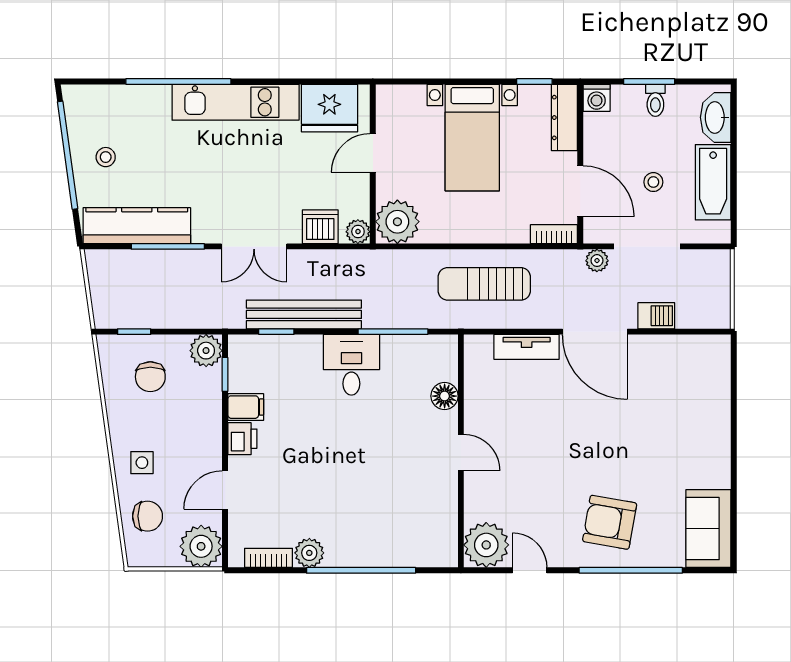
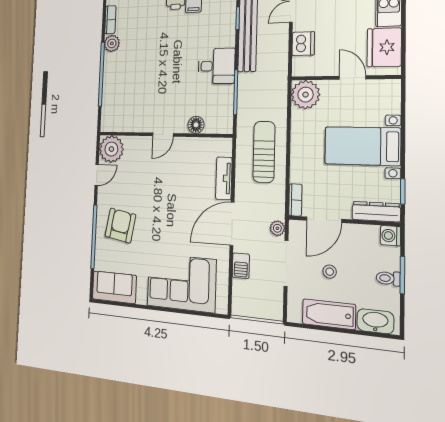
plant: (358, 232) -> (300, 69), removed
corner sofa: (690, 412) -> (181, 283), added

